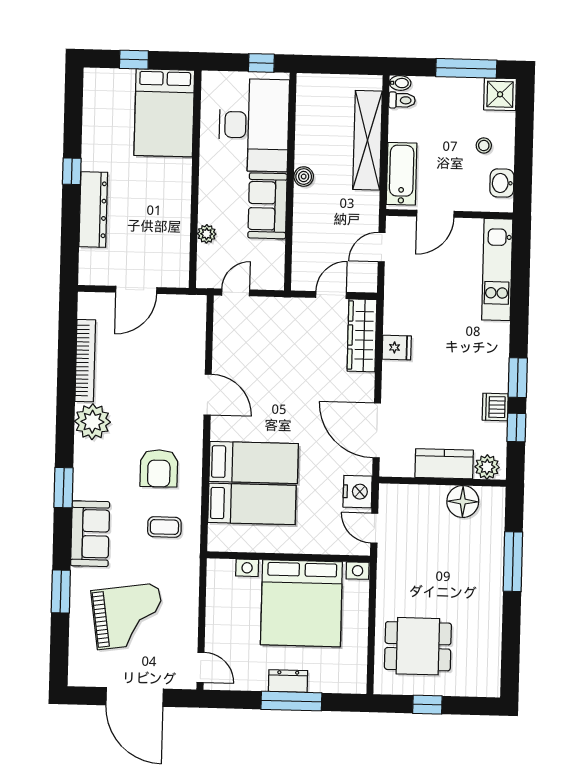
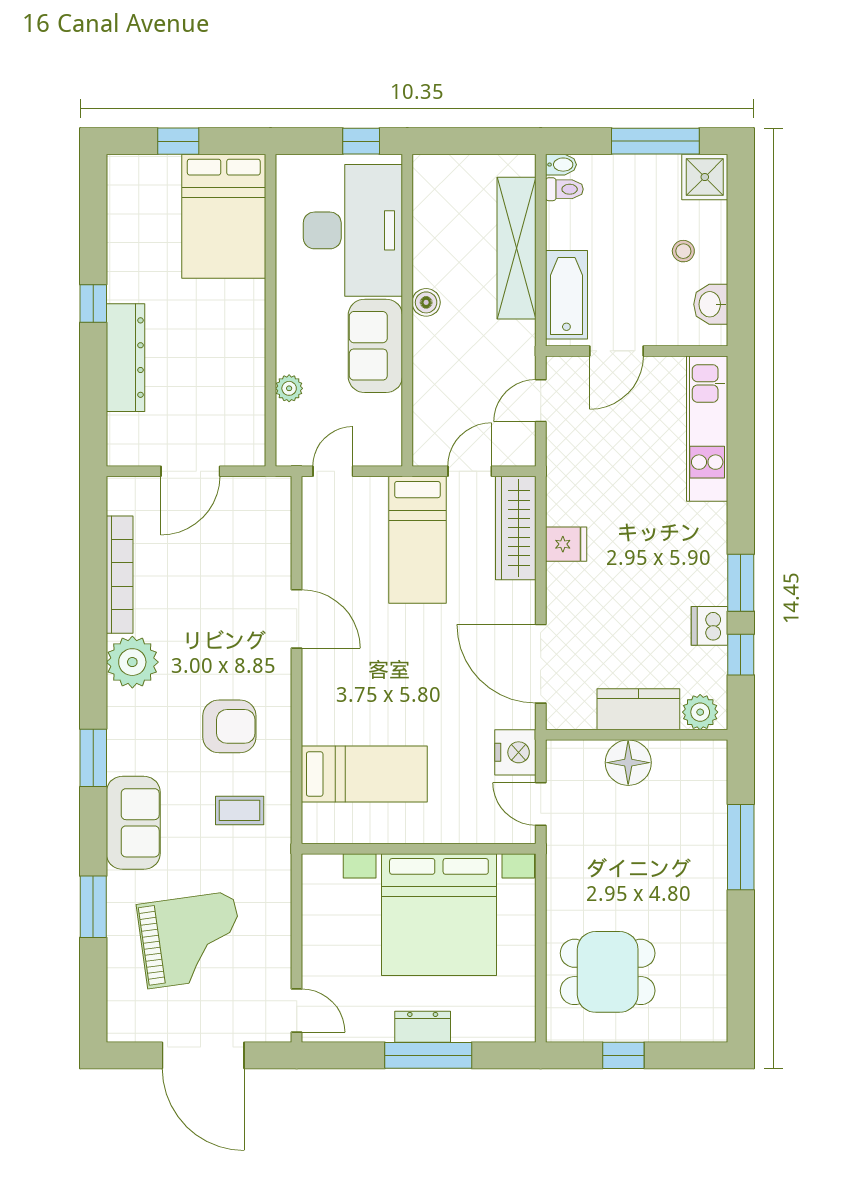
bed: (254, 462) -> (417, 540), moved, turned 90
armchair: (159, 468) -> (229, 726), turned -90
floor lamp: (463, 501) -> (628, 763), moved

